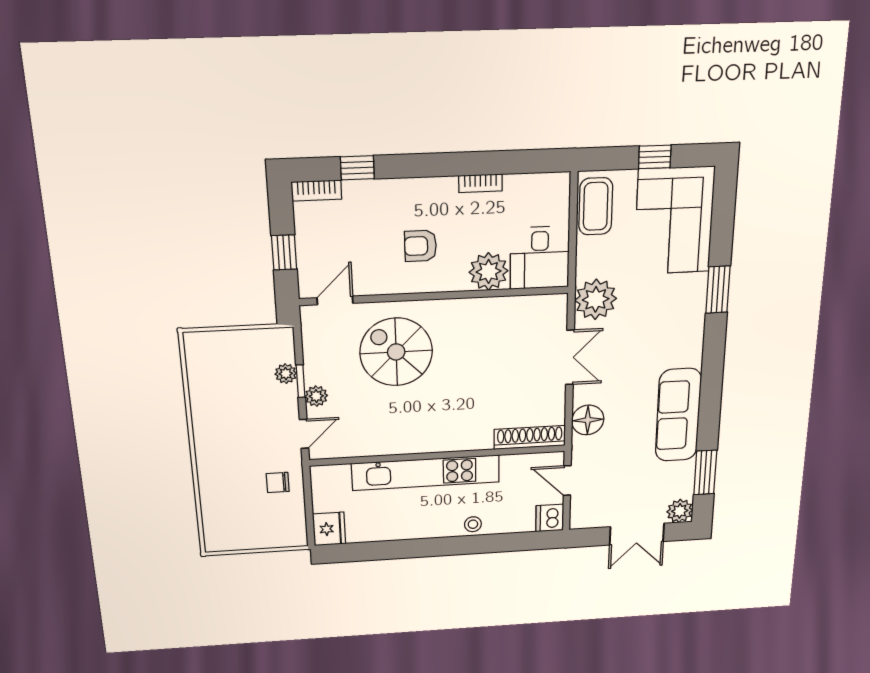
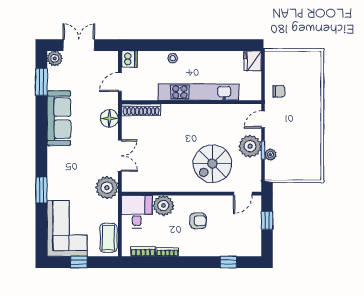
bookcase: (316, 191) -> (143, 251), moved
spiral stairs: (396, 352) -> (212, 164), turned 90
double door: (570, 357) -> (120, 156), swing flipped
plant: (316, 396) -> (250, 146), width x1.88, depth x1.88
door: (567, 480) -> (120, 82), swing flipped

